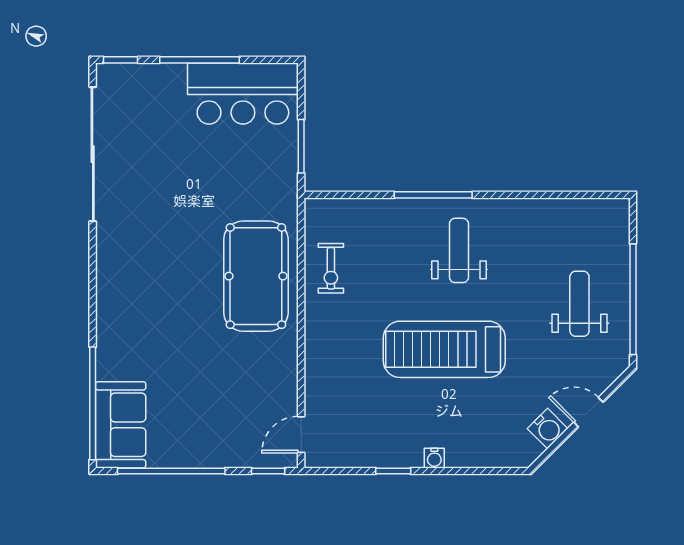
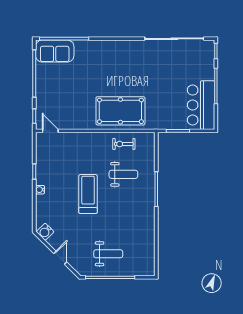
weight bench: (459, 250) -> (123, 174), moved
treadmill: (444, 349) -> (88, 194), width x0.73, depth x0.73
water cooler: (548, 429) -> (45, 232), moved

